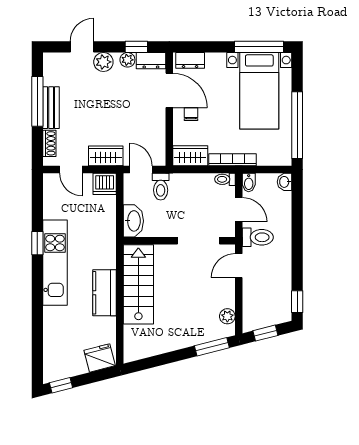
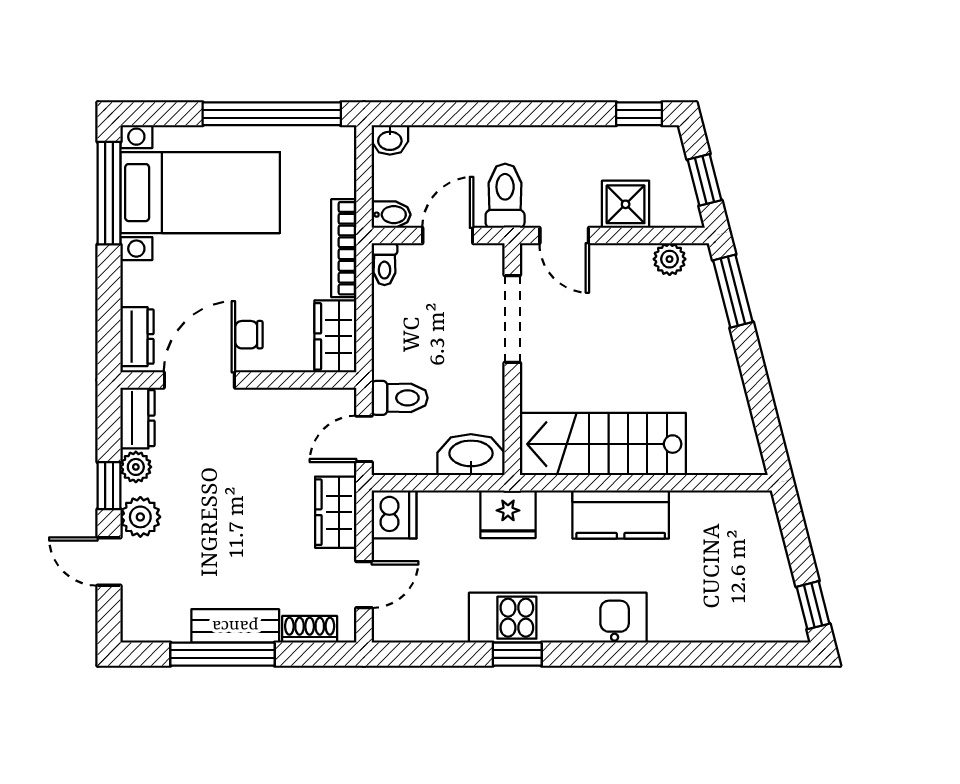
window: (136, 47) -> (109, 486), moved
shower: (254, 295) -> (626, 204), added
fridge: (100, 358) -> (508, 514), moved, turned -76

